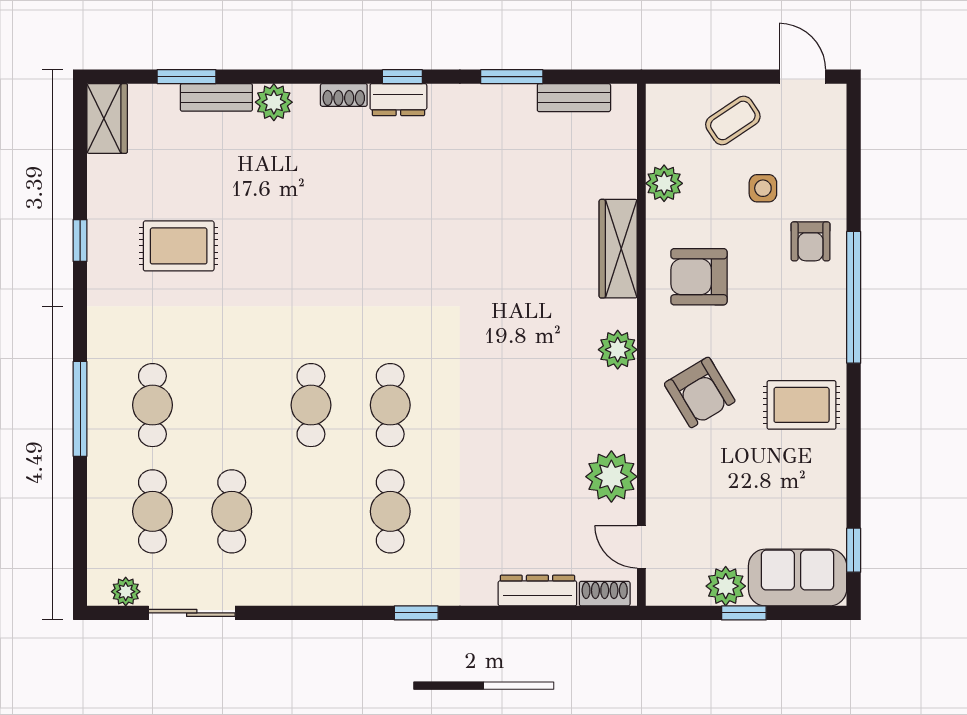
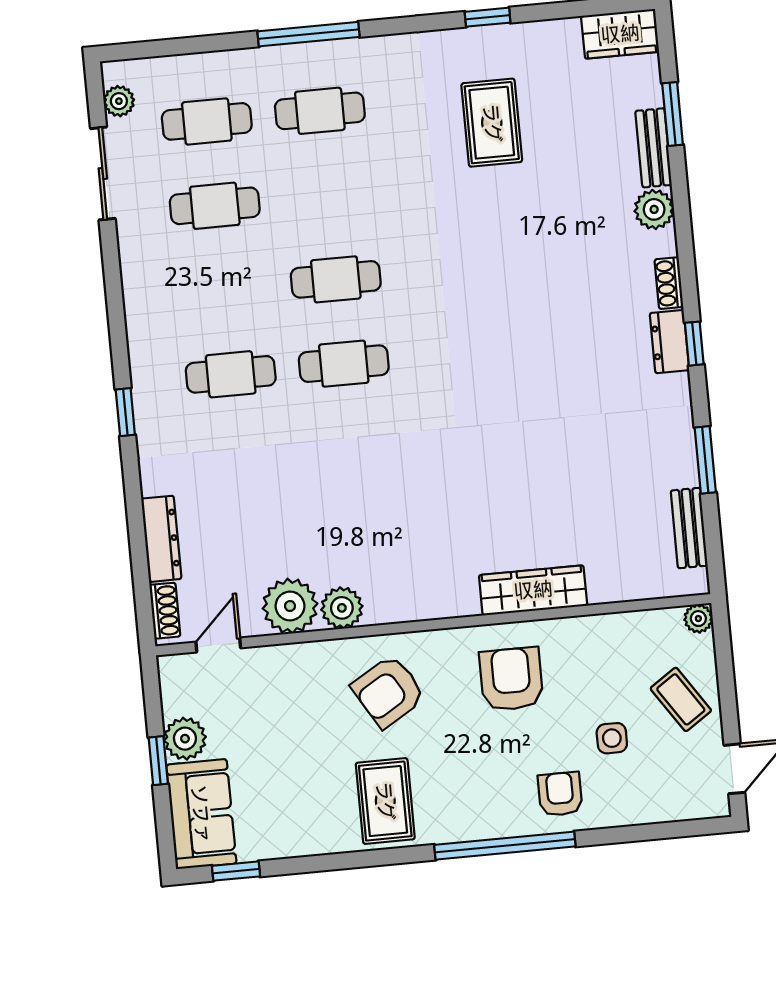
plant: (664, 183) -> (698, 619), moved, width x0.73, depth x0.73
armchair: (810, 241) -> (560, 794), turned 90
plant: (618, 350) -> (342, 608), moved

